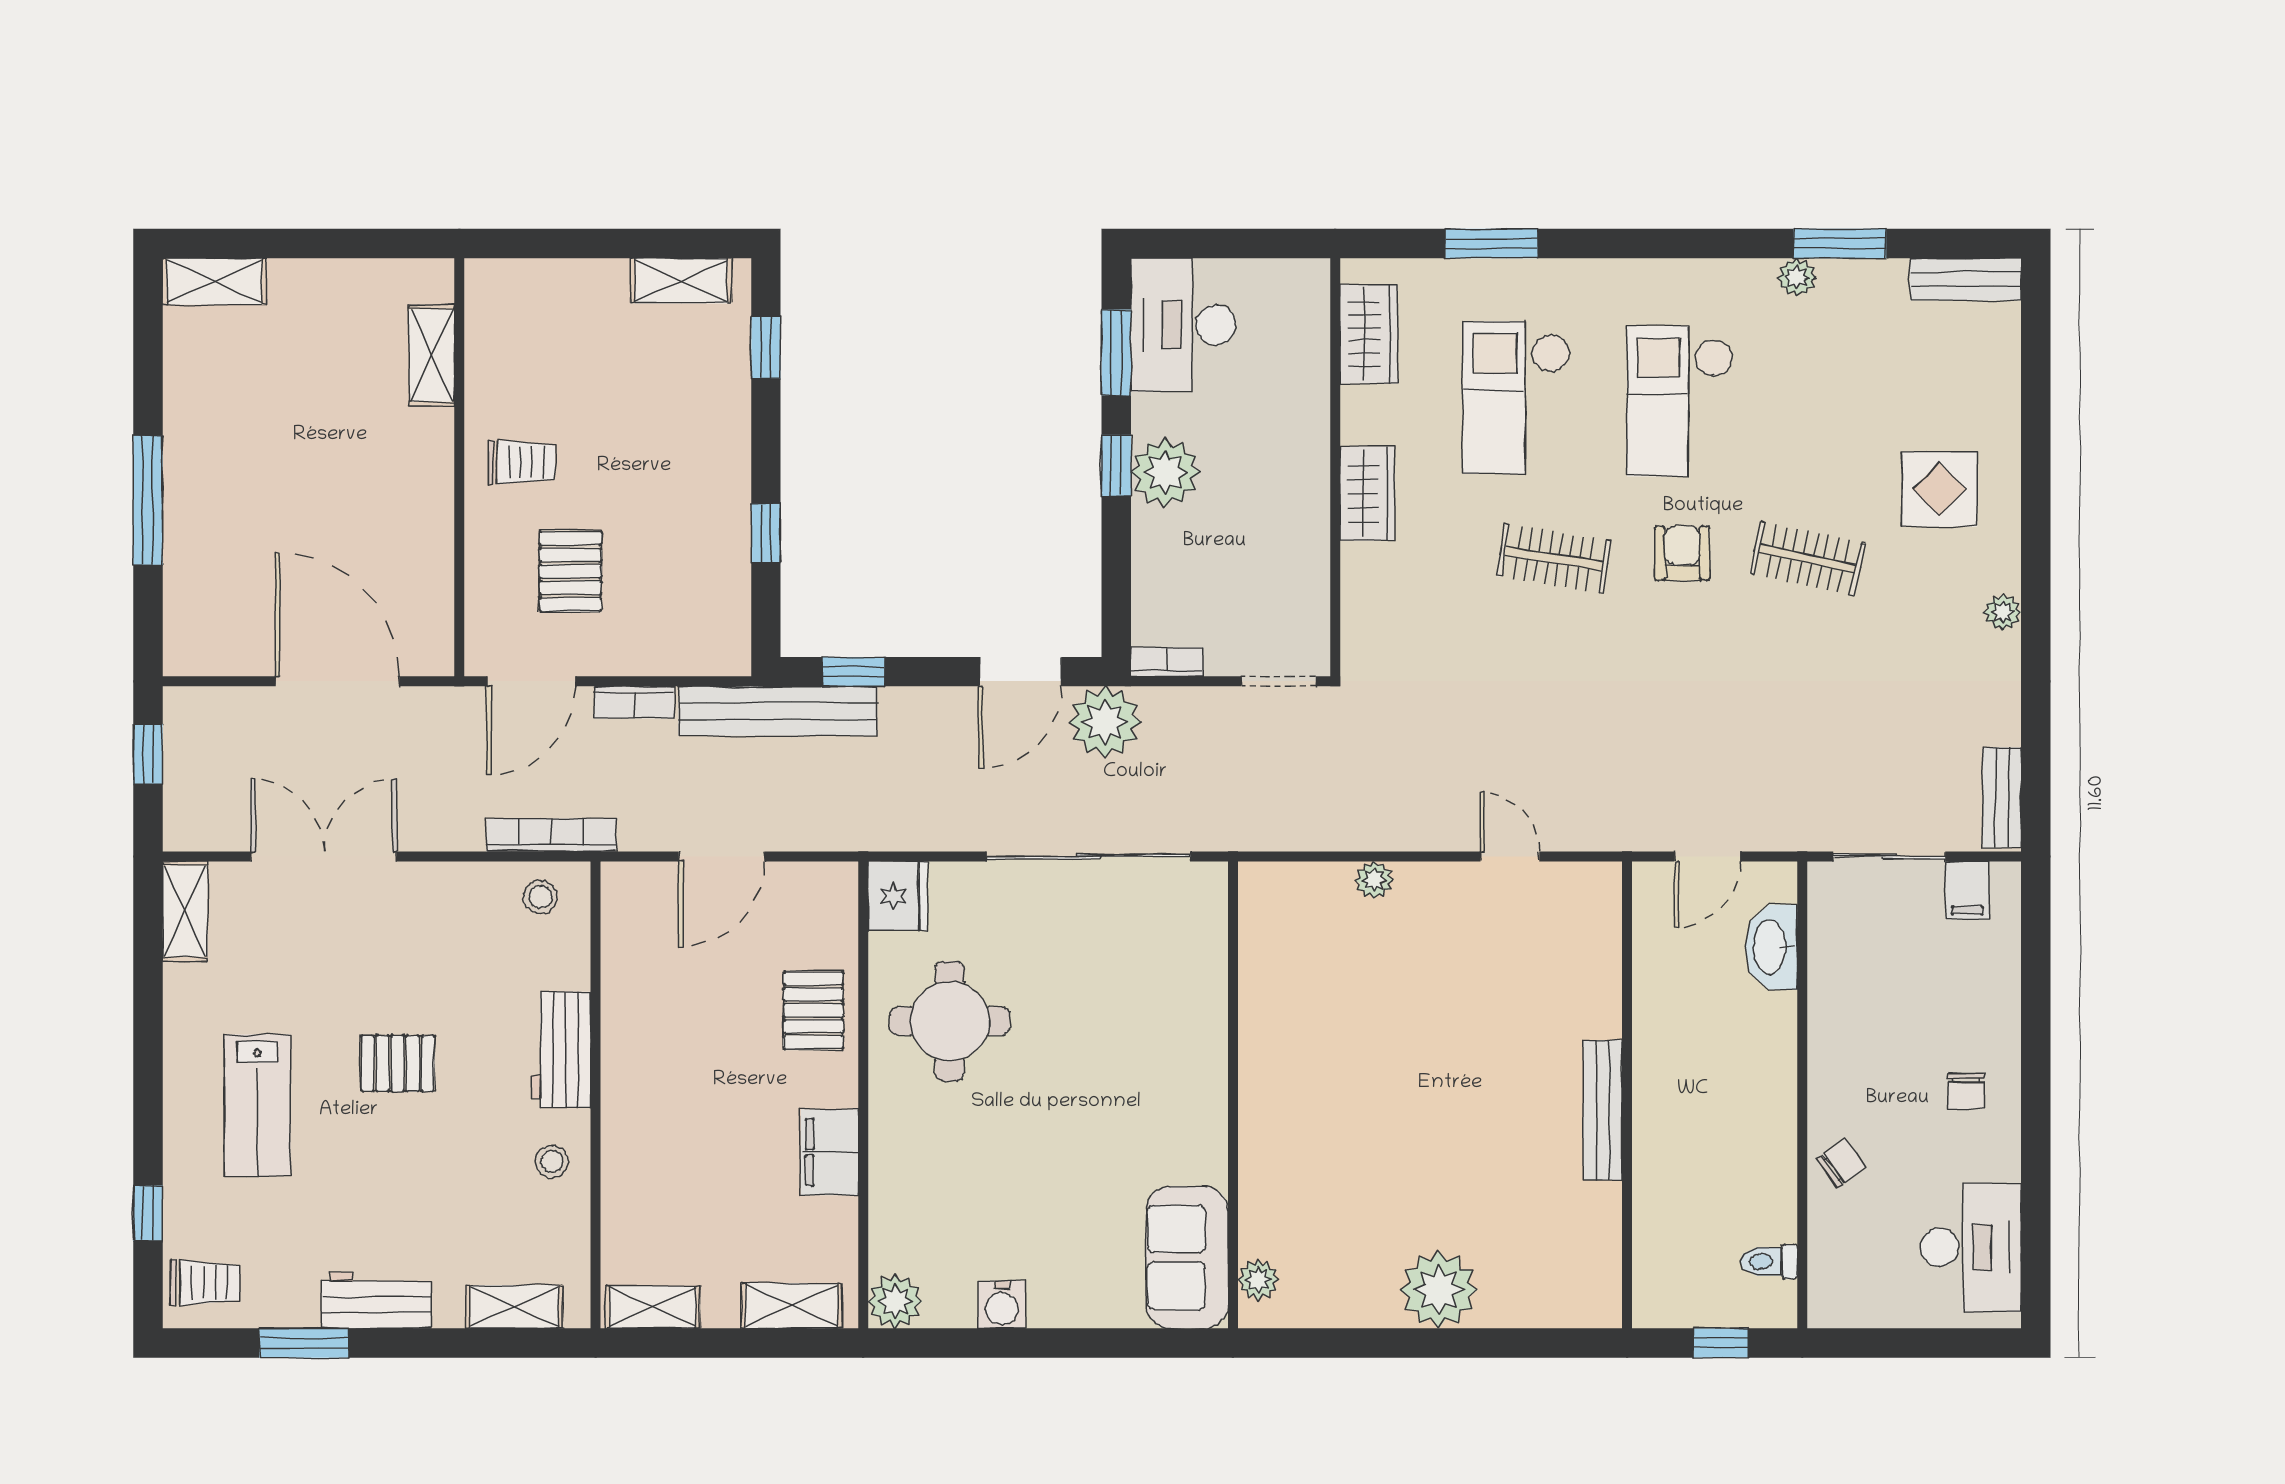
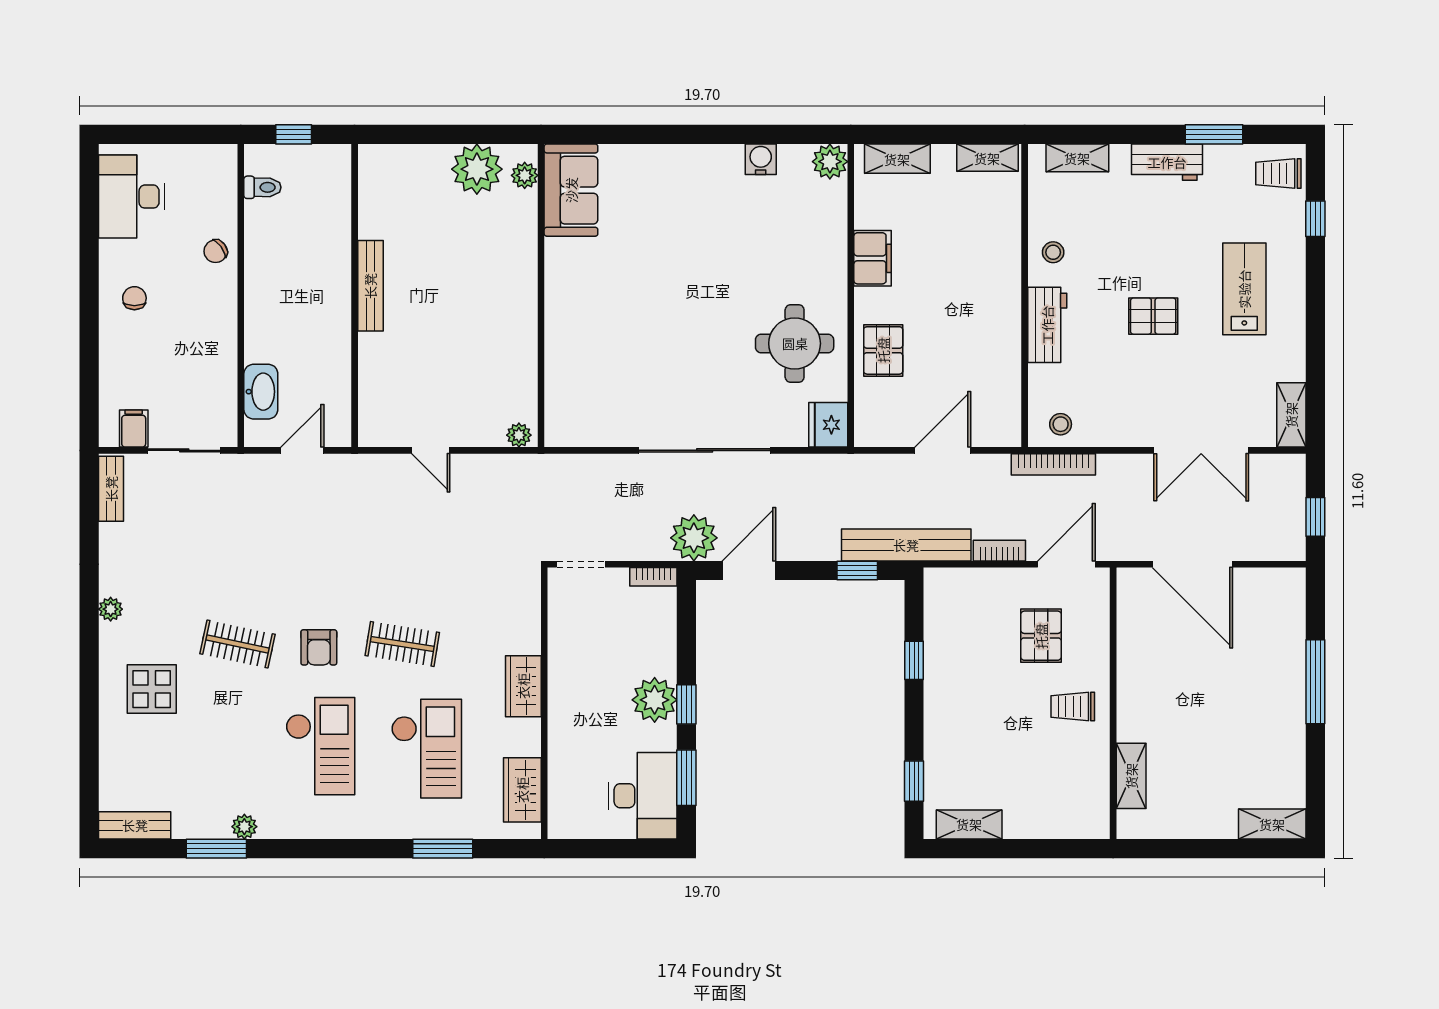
wall: (1233, 1095) -> (541, 296), moved
sofa: (1187, 1257) -> (571, 190), moved
plant: (1258, 1280) -> (525, 175), moved

